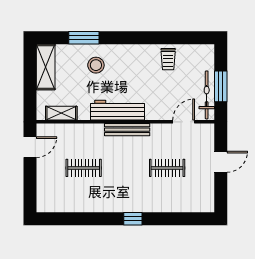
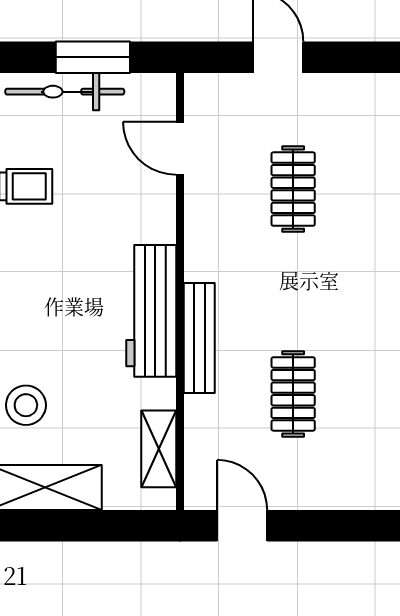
stool: (96, 65) -> (26, 405), moved
bicycle: (207, 95) -> (65, 92), moved
bench: (127, 130) -> (199, 338), moved

